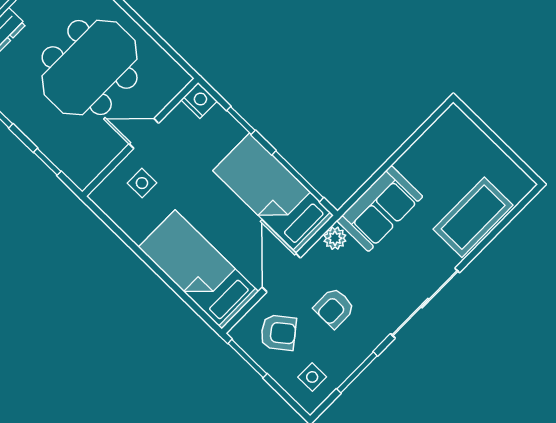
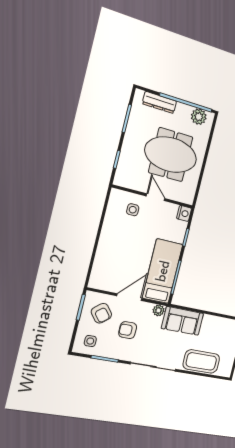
bed: (198, 269) -> (108, 260), removed

